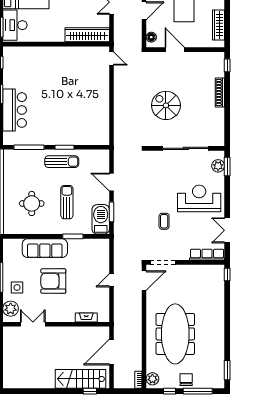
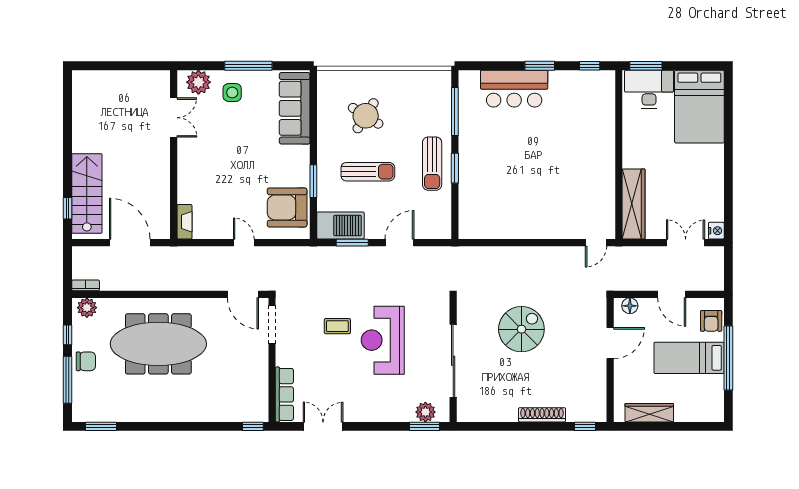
reception desk: (199, 198) -> (383, 340), moved, turned 180
round table: (32, 203) -> (366, 116), turned 32
sofa: (45, 248) -> (295, 108), moved
armchair: (53, 281) -> (287, 207), moved, turned -90
fireplace: (86, 317) -> (184, 222), moved

